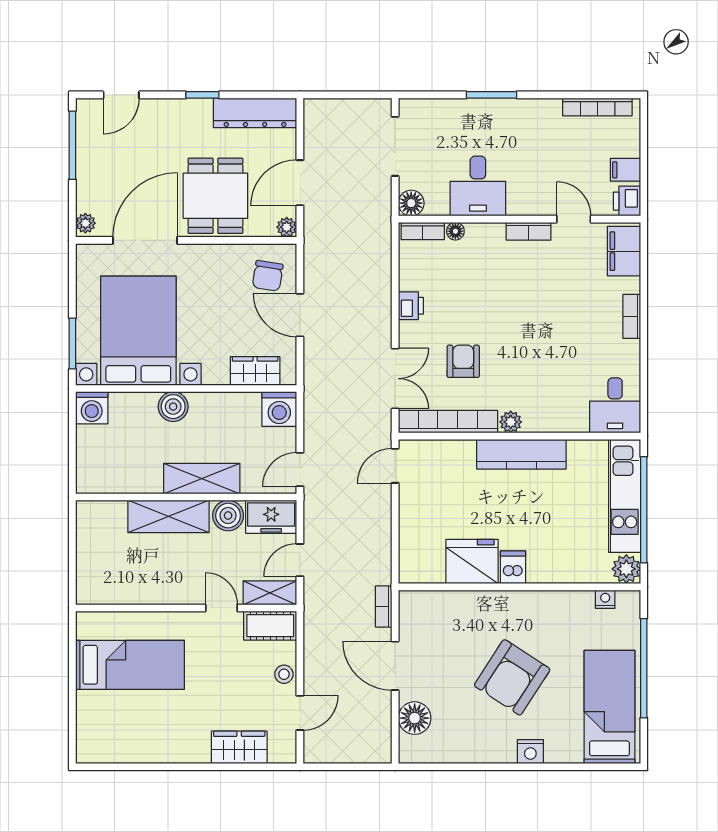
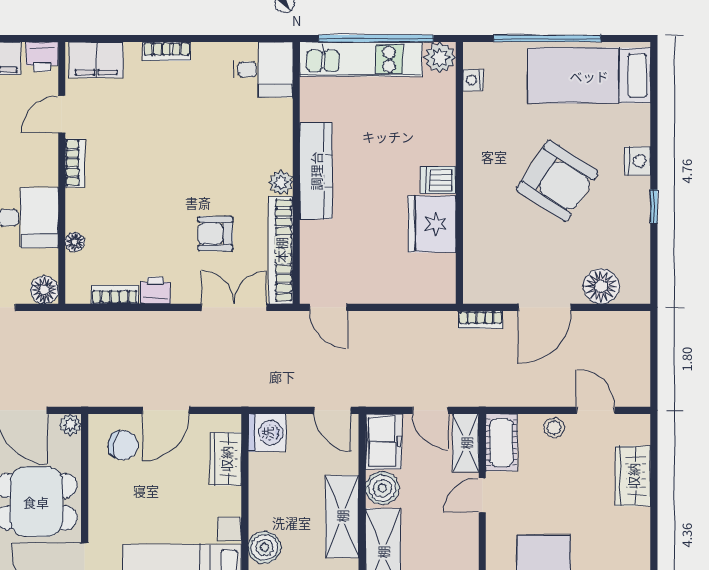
bookcase: (423, 231) -> (115, 295), moved, turned -90
window: (488, 767) -> (654, 206), added

